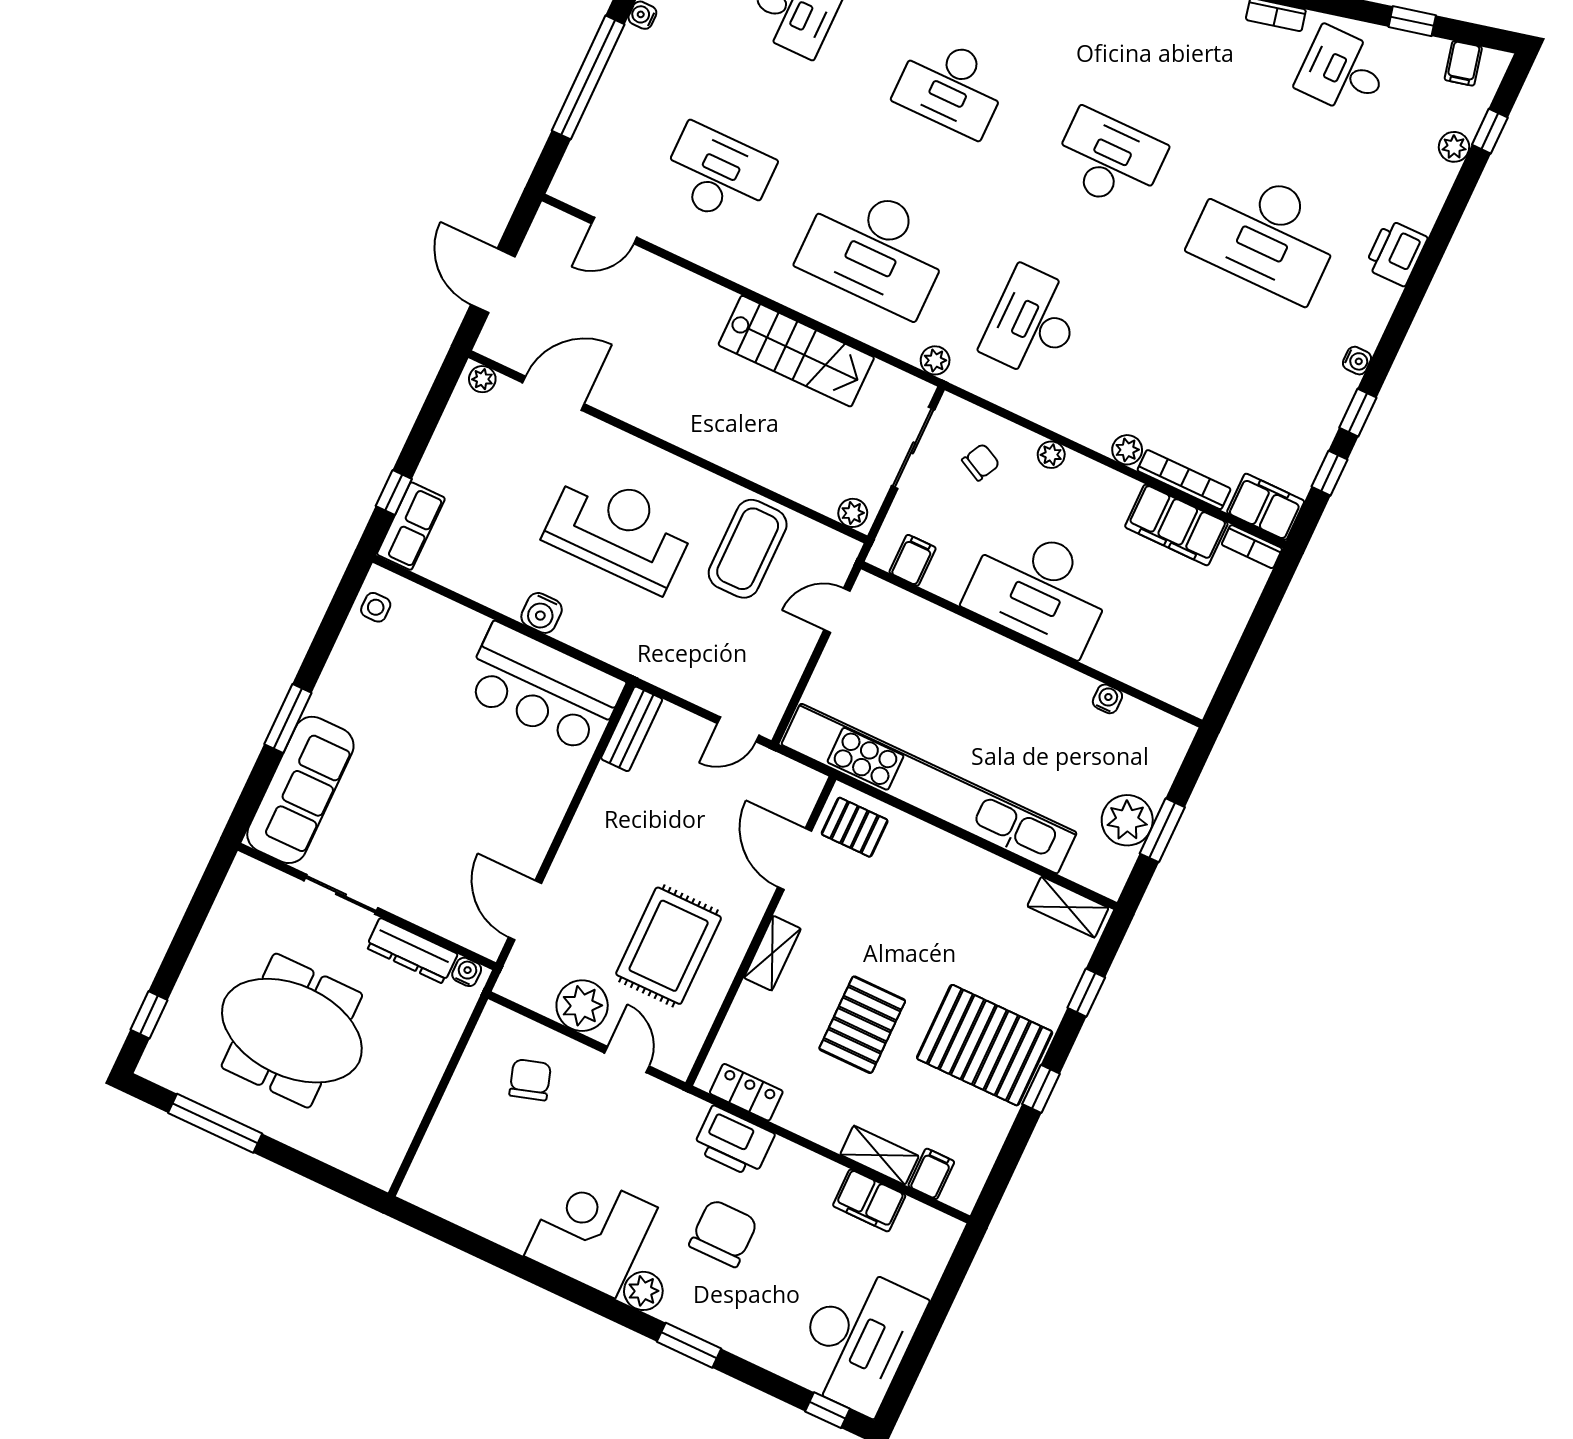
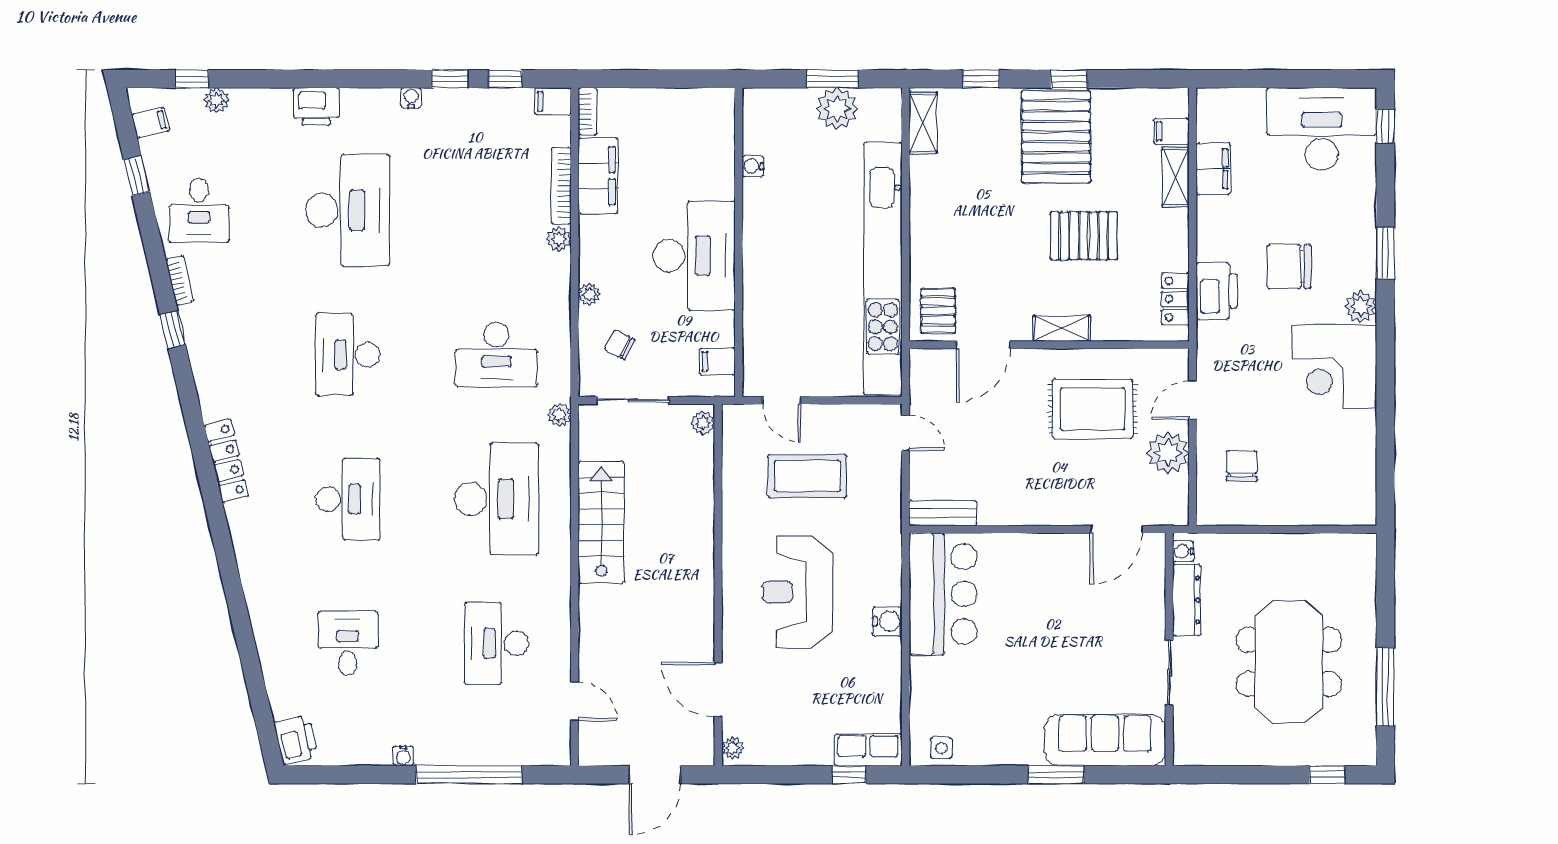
filing cabinet: (1266, 507) -> (553, 101), width x0.50
coffee table: (748, 549) -> (807, 476), moved
chair: (530, 1080) -> (1242, 466), turned 107

